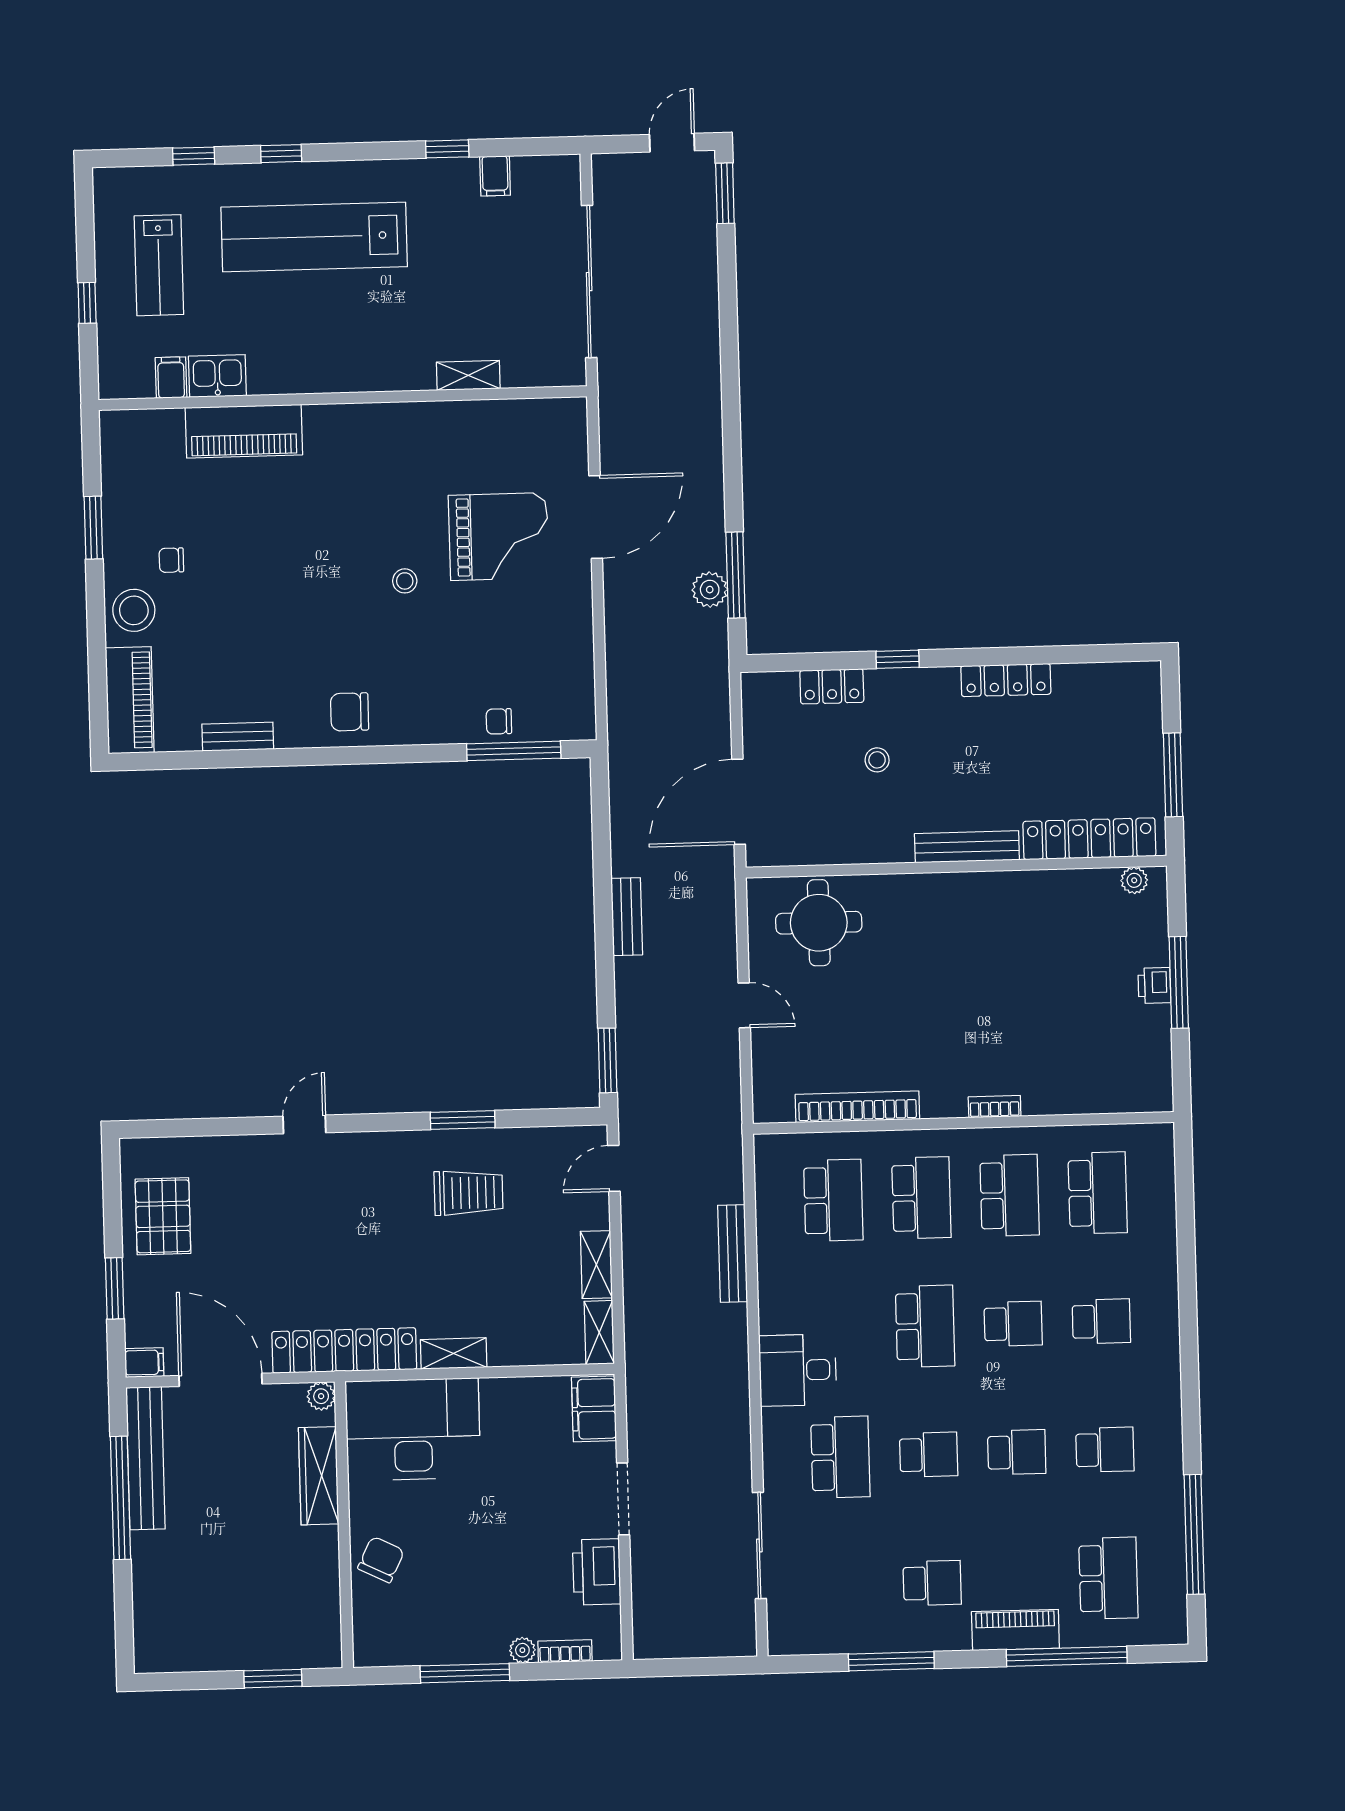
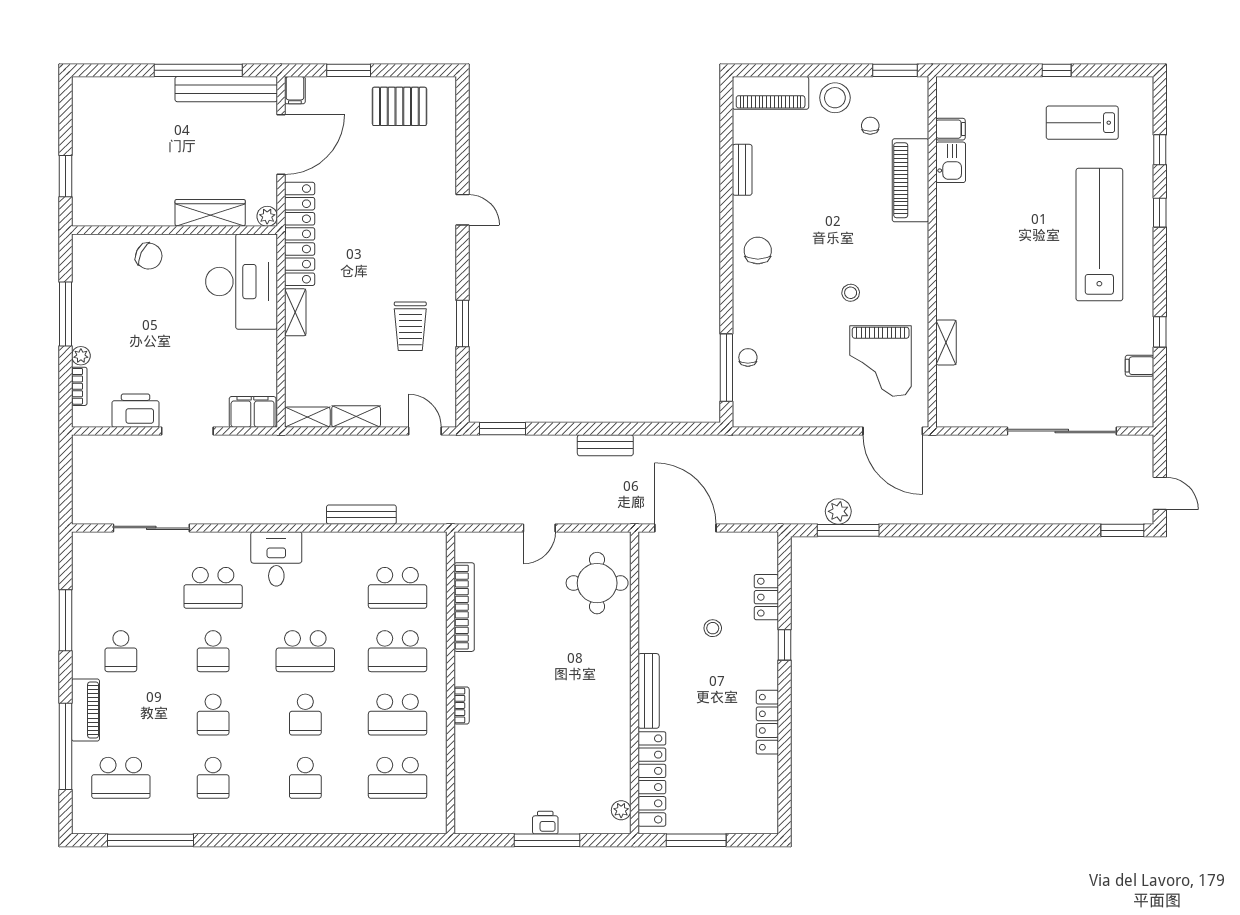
shelving: (468, 375) -> (946, 342), moved
kitchen sink: (217, 376) -> (951, 162), moved
filing cabinet: (171, 378) -> (950, 129), moved
wall: (343, 398) -> (932, 252), moved
piano: (244, 431) -> (910, 180), moved

